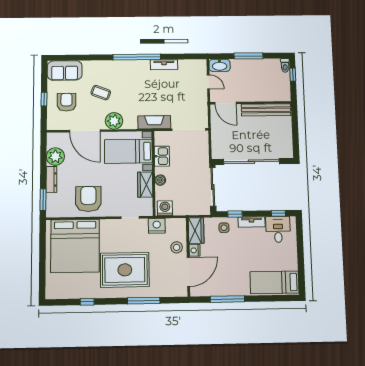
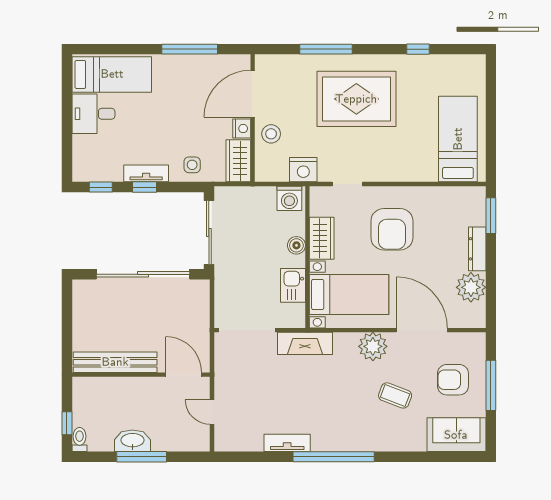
washbasin: (220, 65) -> (132, 441), moved
window: (44, 99) -> (491, 385), width x2.17
armchair: (66, 102) -> (453, 380), turned 90
armchair: (88, 199) -> (392, 229), moved
window: (235, 214) -> (144, 187), moved
desk: (278, 229) -> (93, 114), moved, turned 90
bed: (75, 246) -> (458, 139), width x0.49

